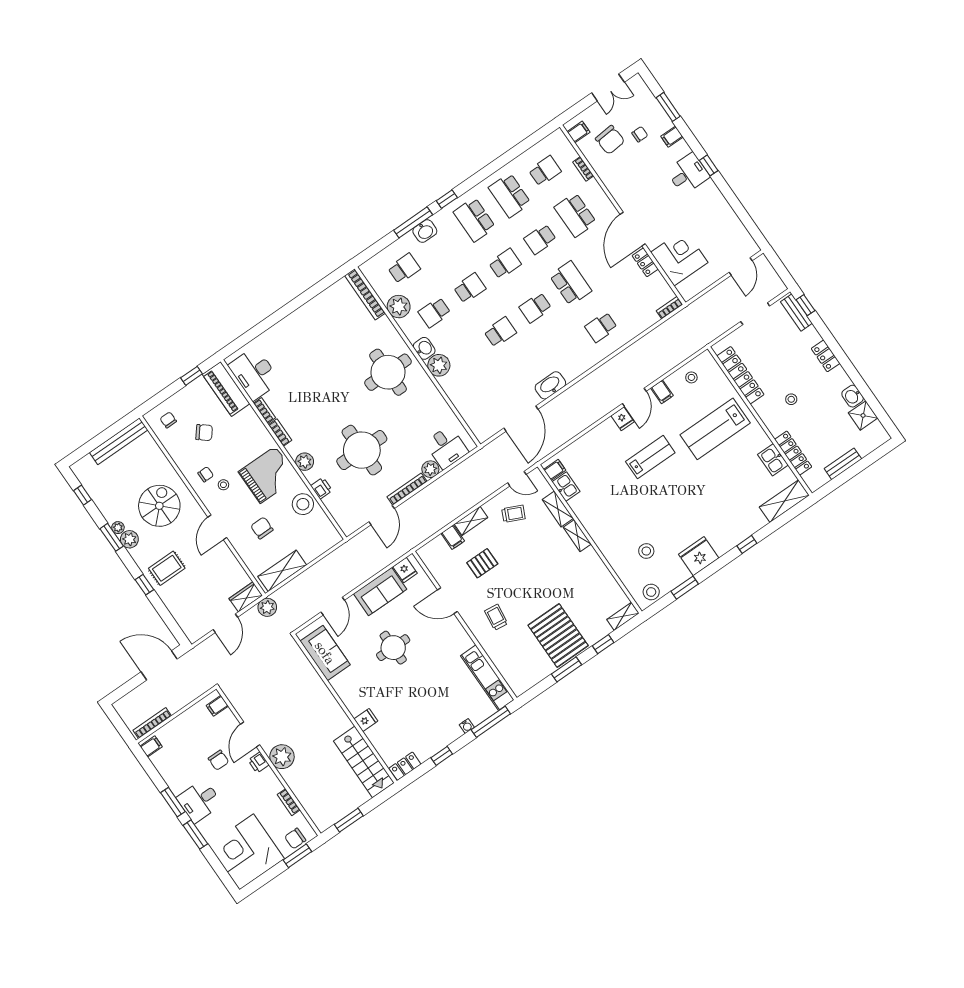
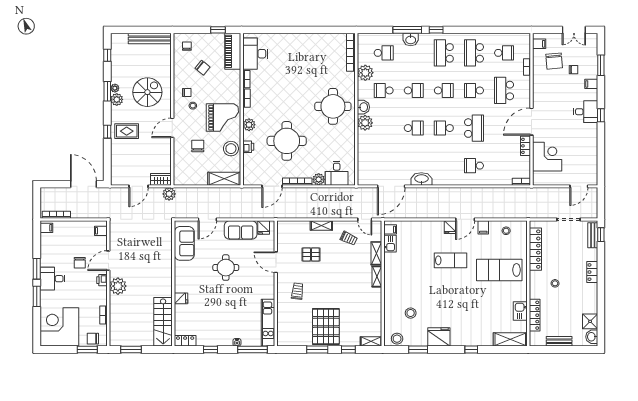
washbasin: (853, 396) -> (592, 337), moved
filing cabinet: (453, 537) -> (304, 228), removed
shelving: (282, 571) -> (224, 179), moved

